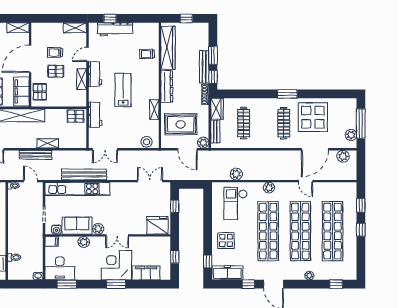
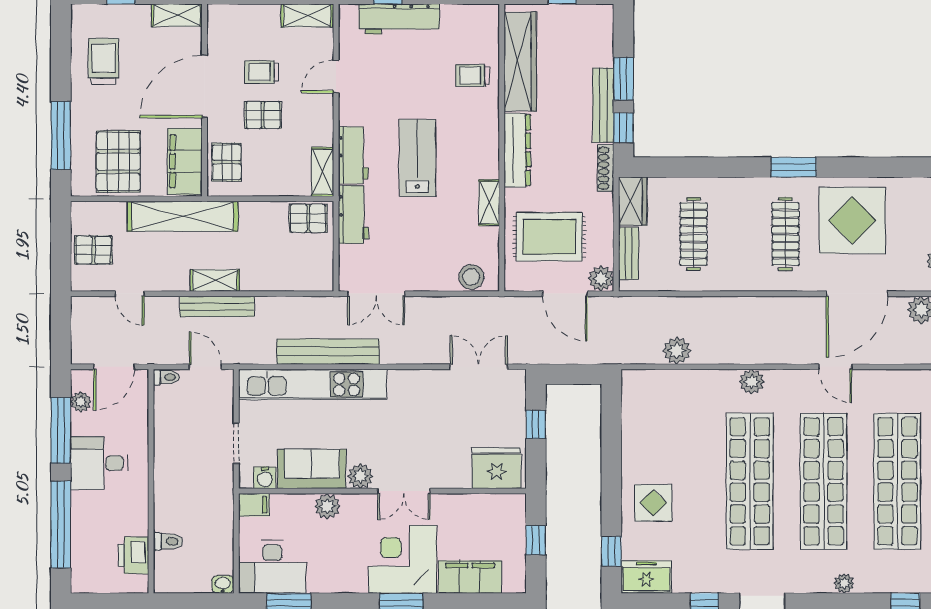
workbench: (95, 74) -> (353, 155), moved
shelving: (82, 79) -> (323, 172), moved
shelving: (48, 143) -> (215, 280), moved
checkout: (236, 203) -> (675, 418), removed
freezer: (227, 273) -> (646, 577), width x0.71

